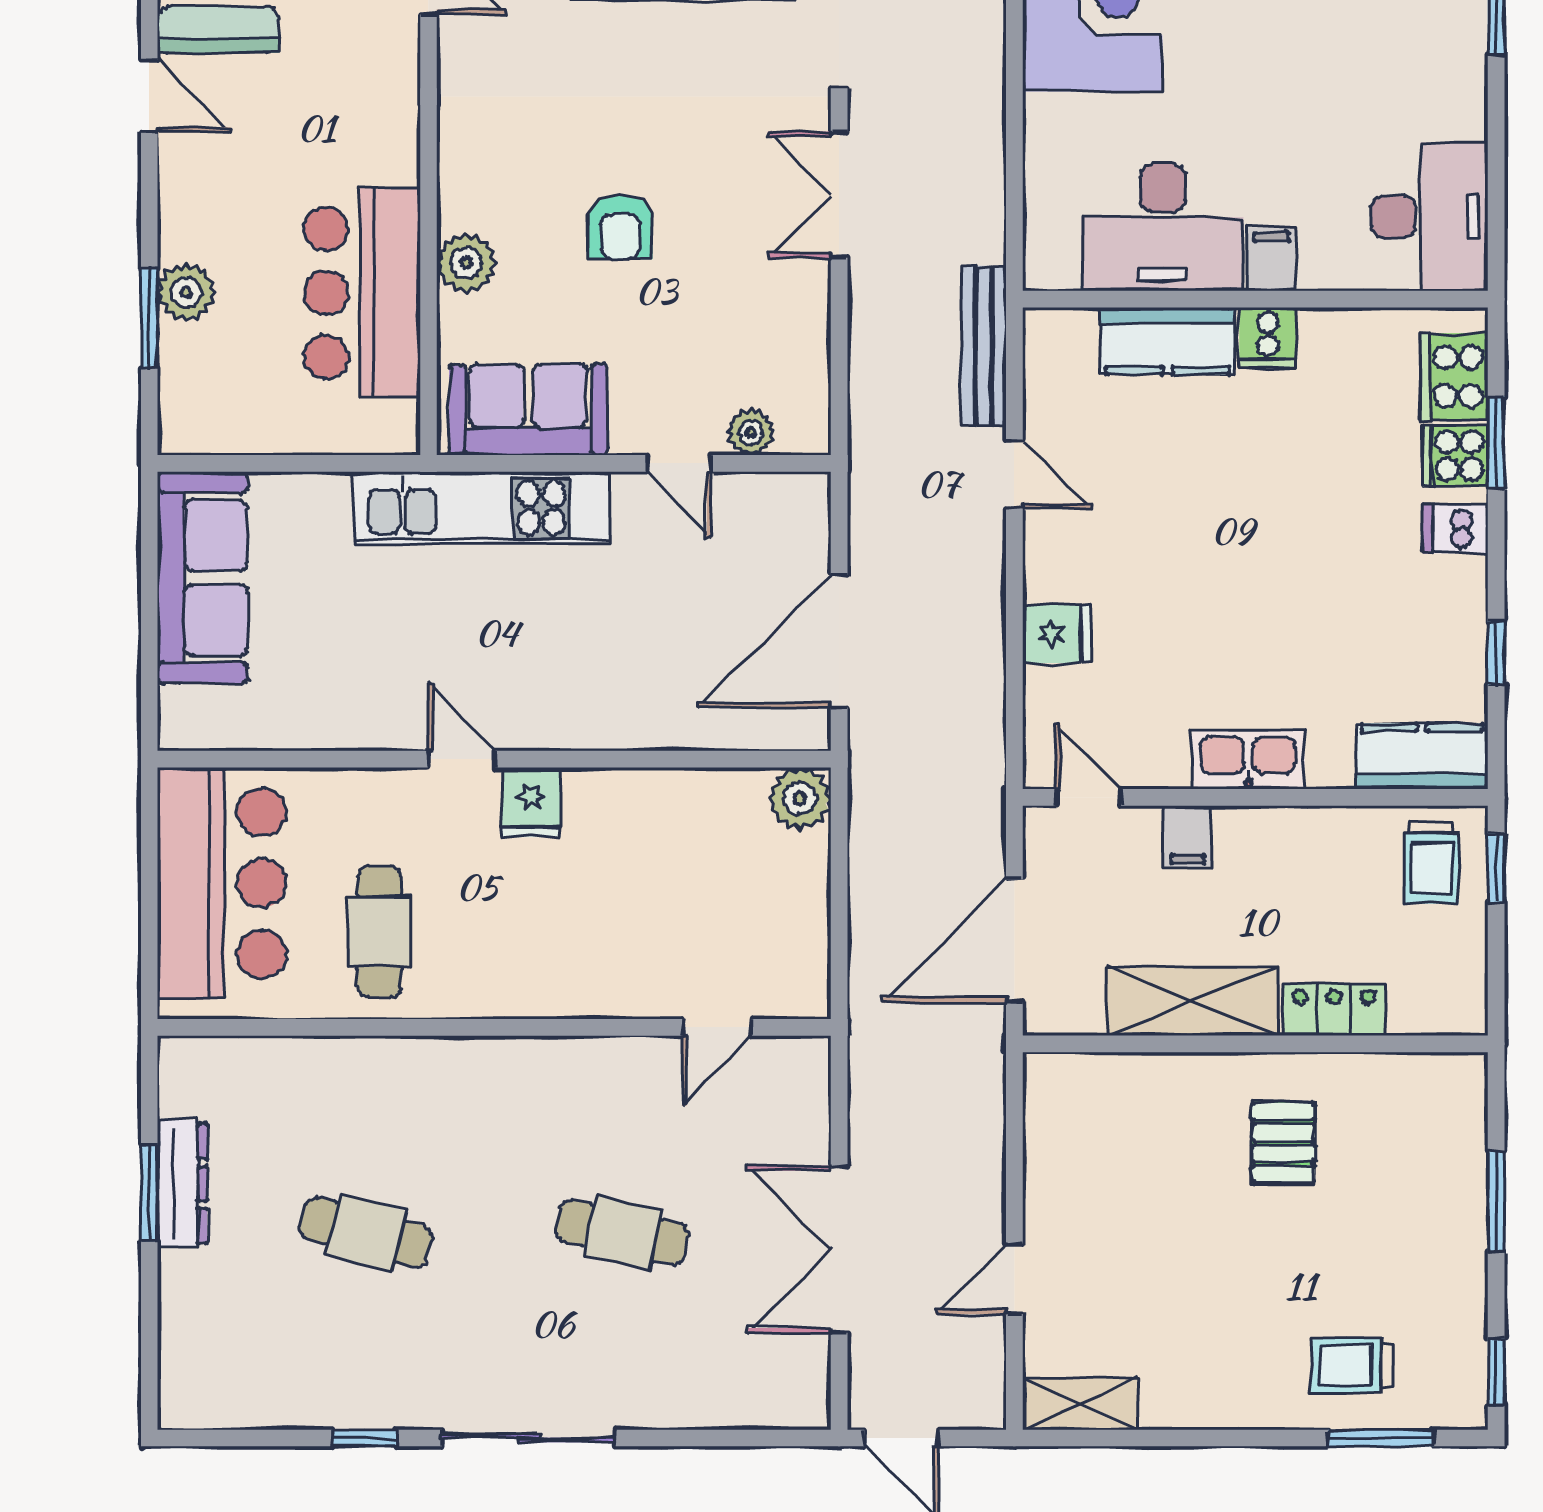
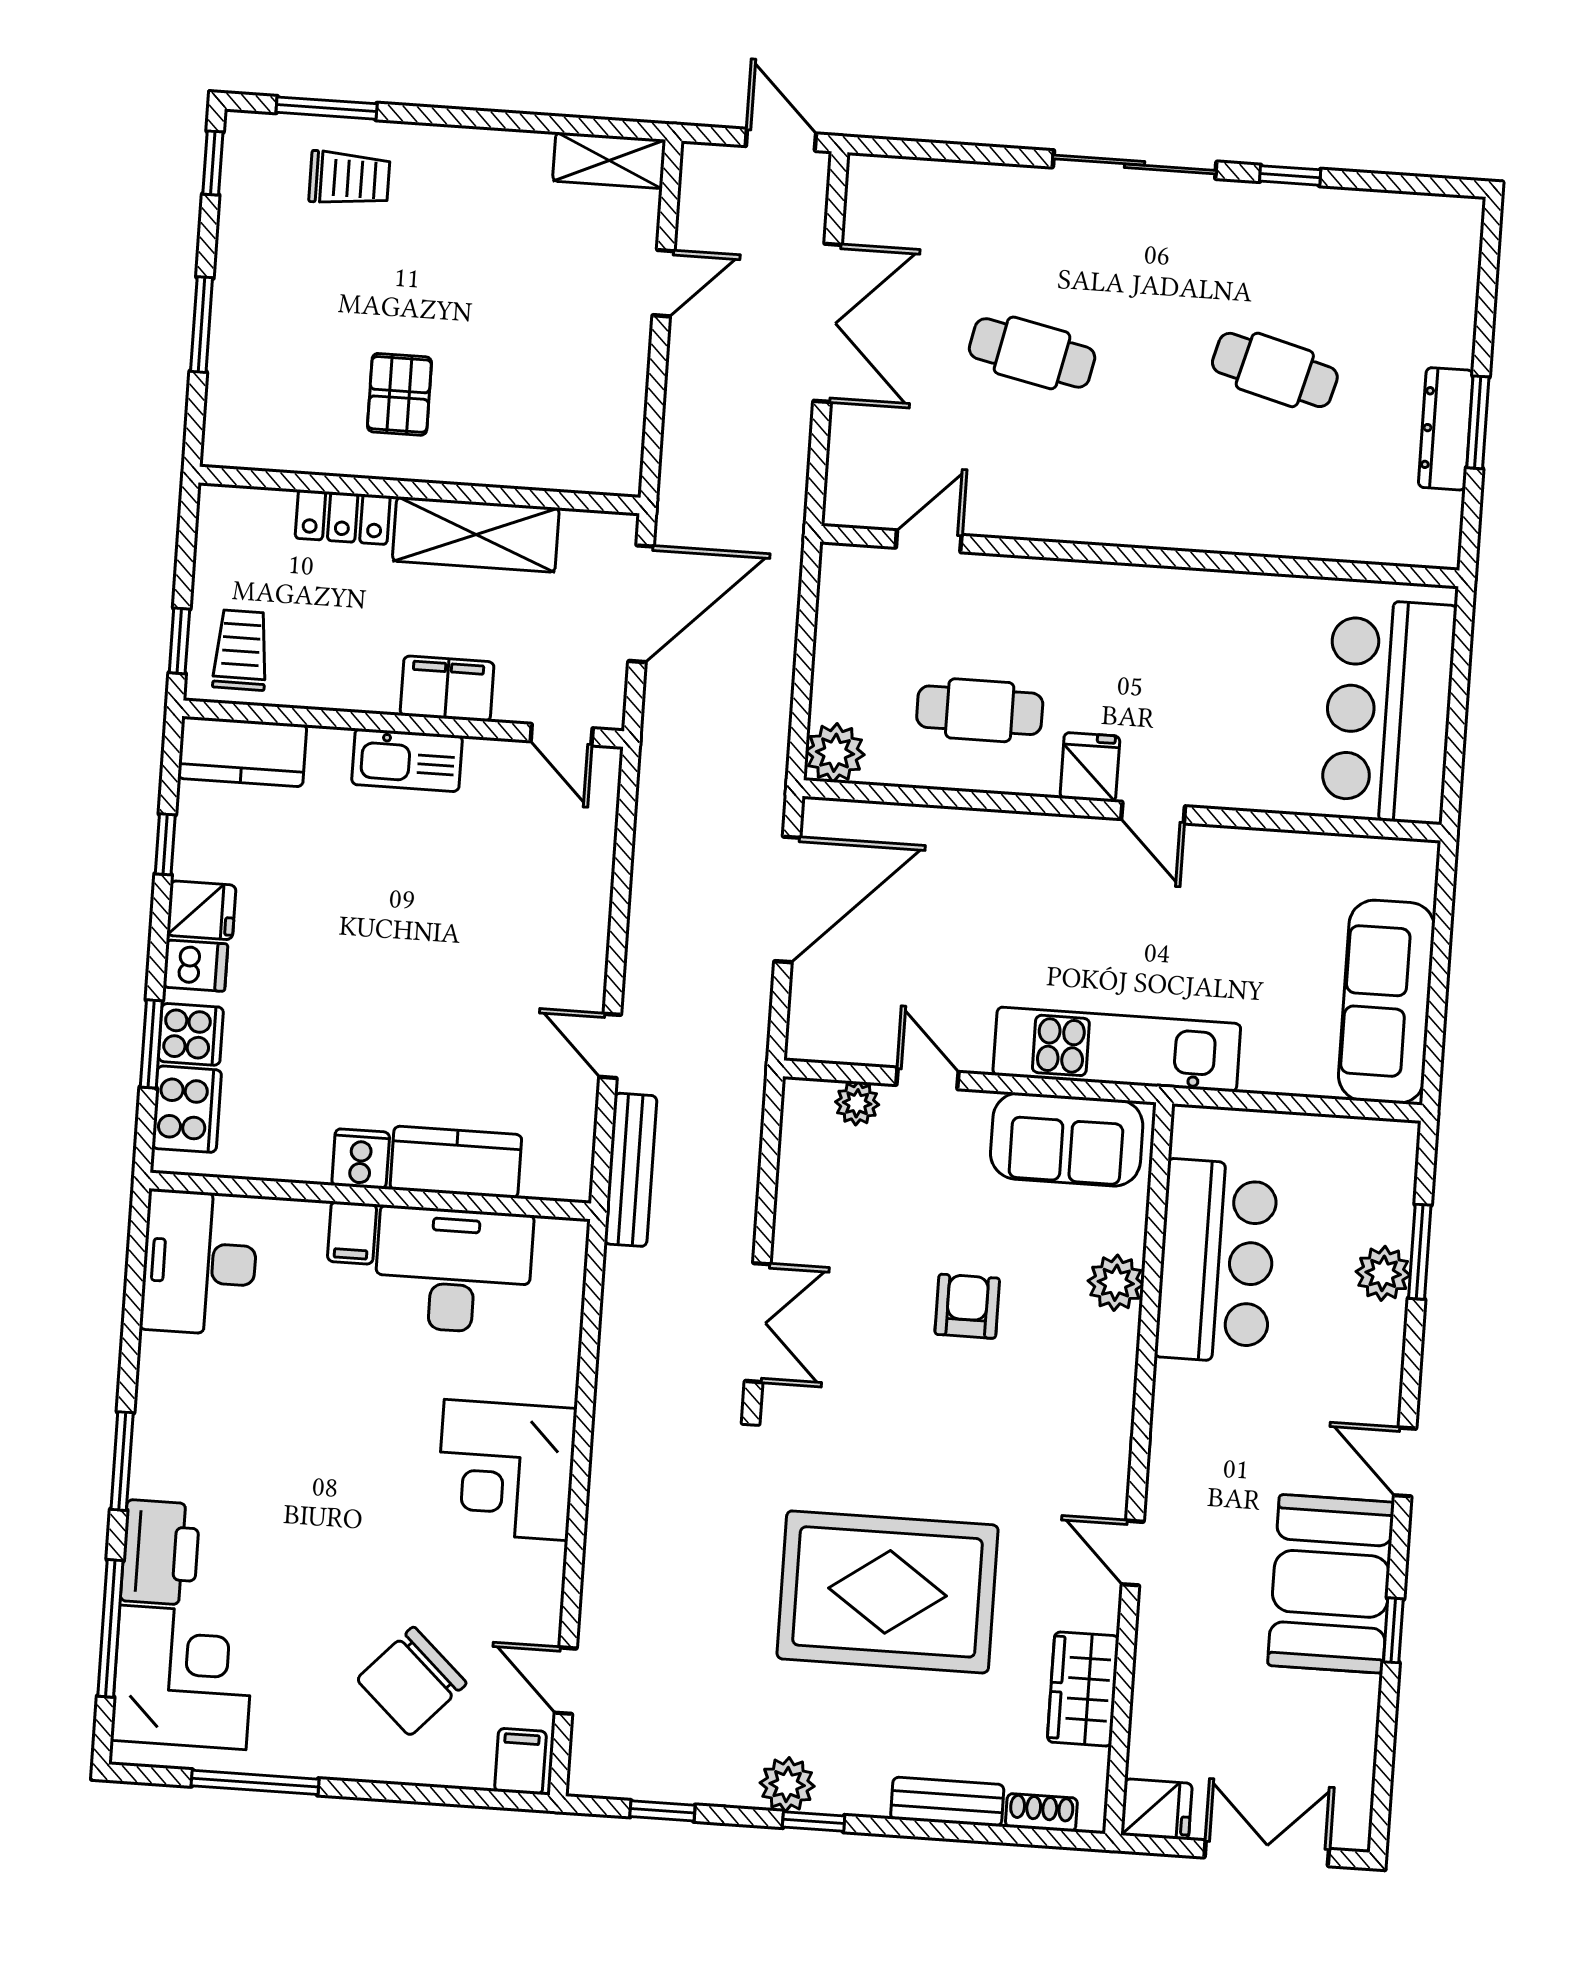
fridge: (1057, 634) -> (201, 910), moved, turned 180
filing cabinet: (1188, 837) -> (447, 689), width x2.00
cafe table: (379, 932) -> (980, 710), moved, turned 90

